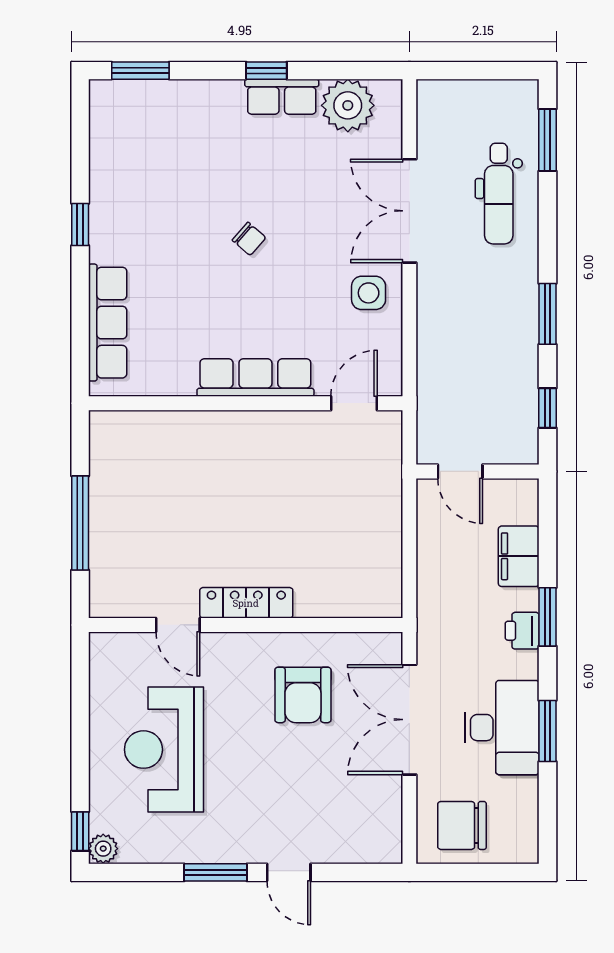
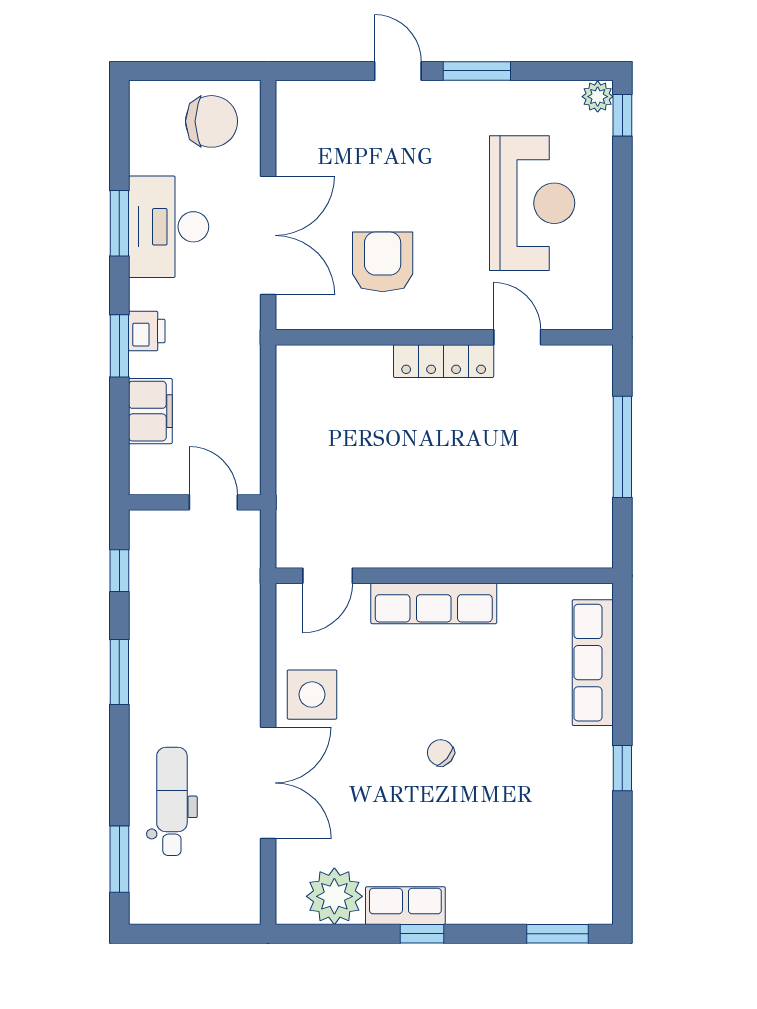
side table: (369, 293) -> (312, 695), width x1.37, depth x1.37

